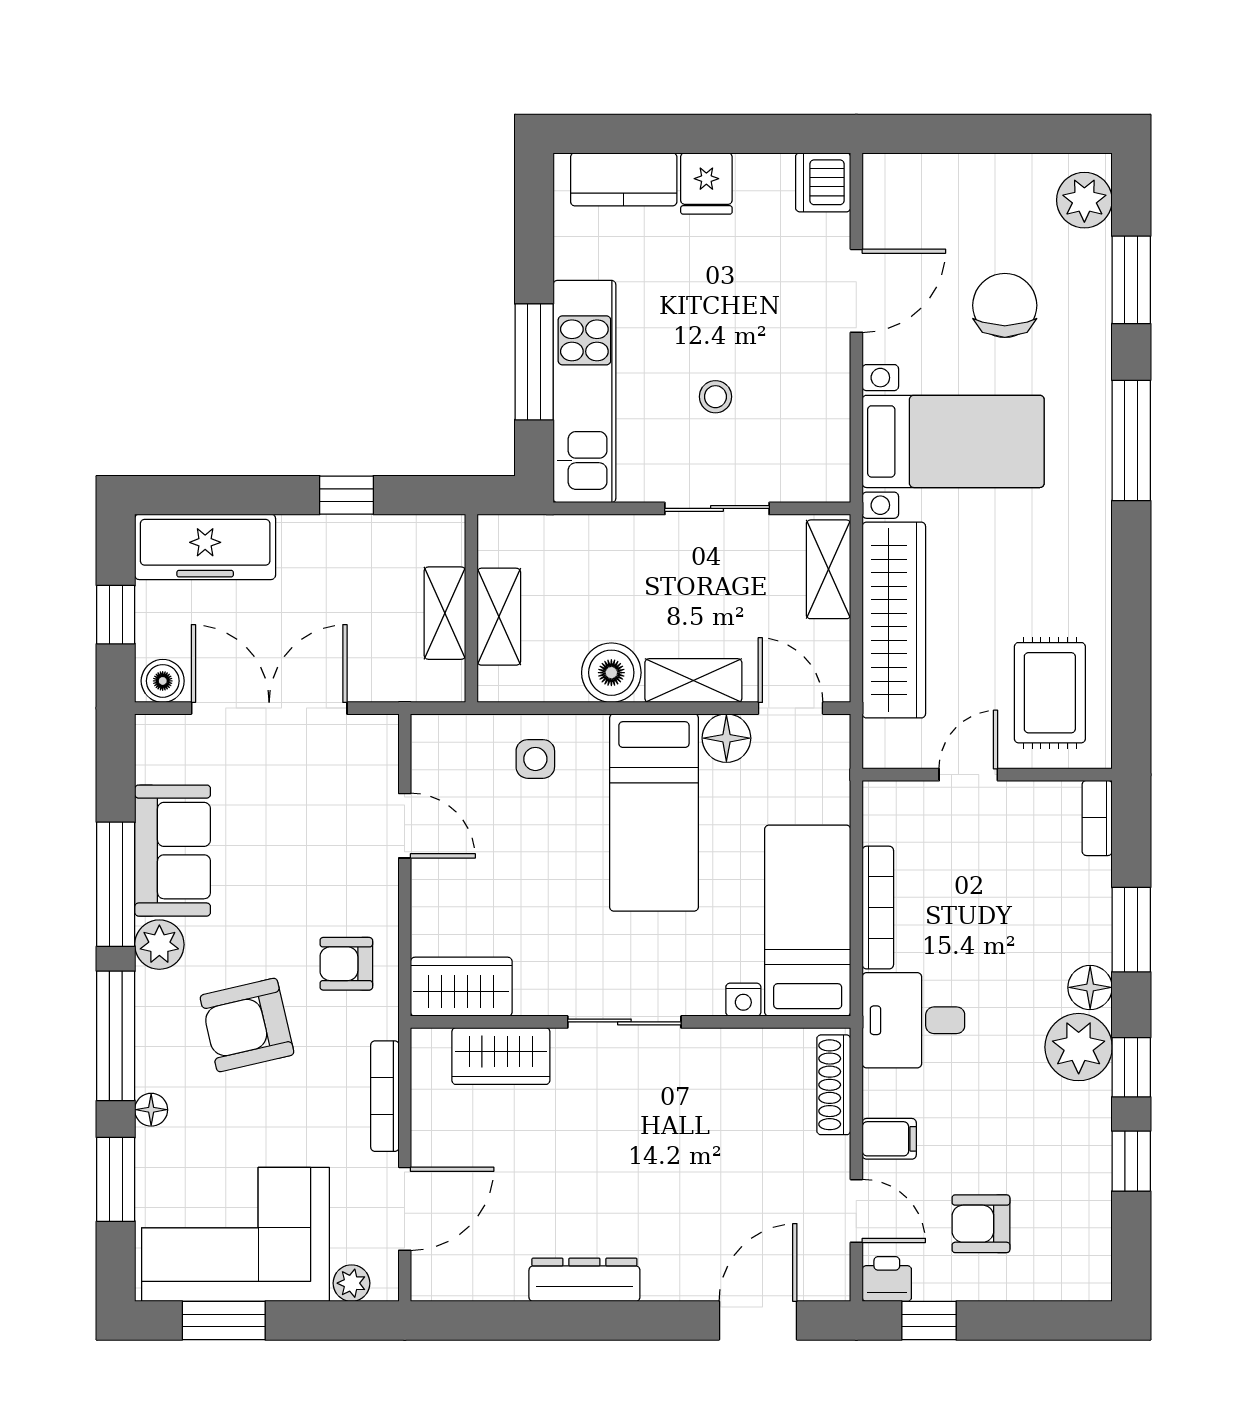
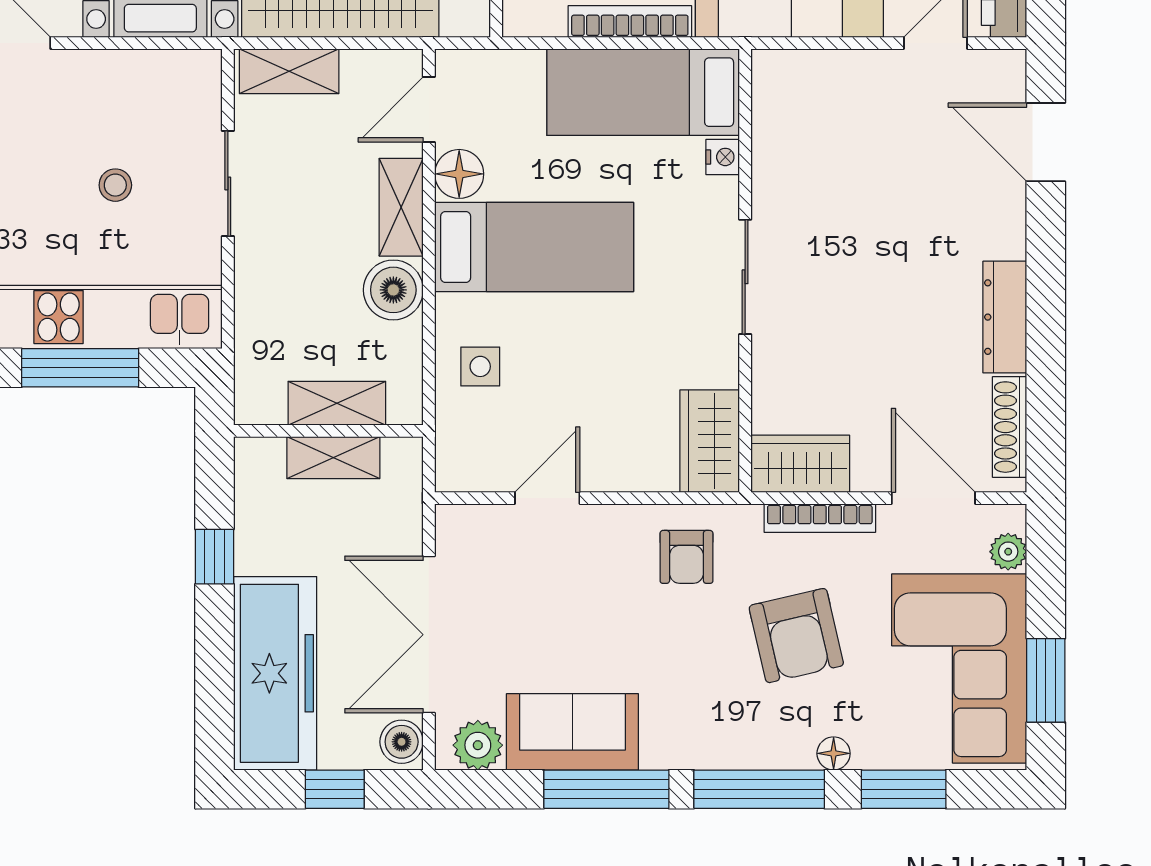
freezer: (205, 547) -> (275, 673), width x1.36, depth x1.26
plant: (159, 945) -> (478, 745), moved
armchair: (247, 1025) -> (796, 636), moved
wardrobe: (501, 1056) -> (800, 464), moved, turned -90
shoe rack: (834, 1085) -> (1010, 427), moved, turned 90

